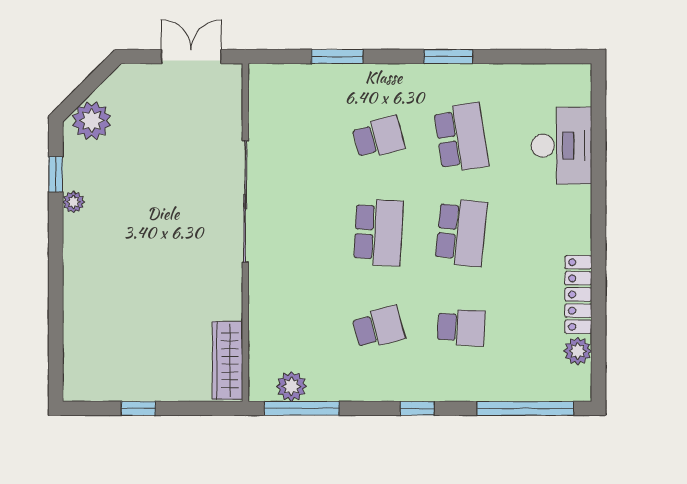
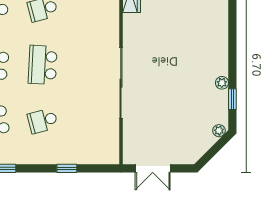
window: (337, 57) -> (67, 168), width x0.67
plant: (92, 121) -> (219, 131), width x0.53, depth x0.53

